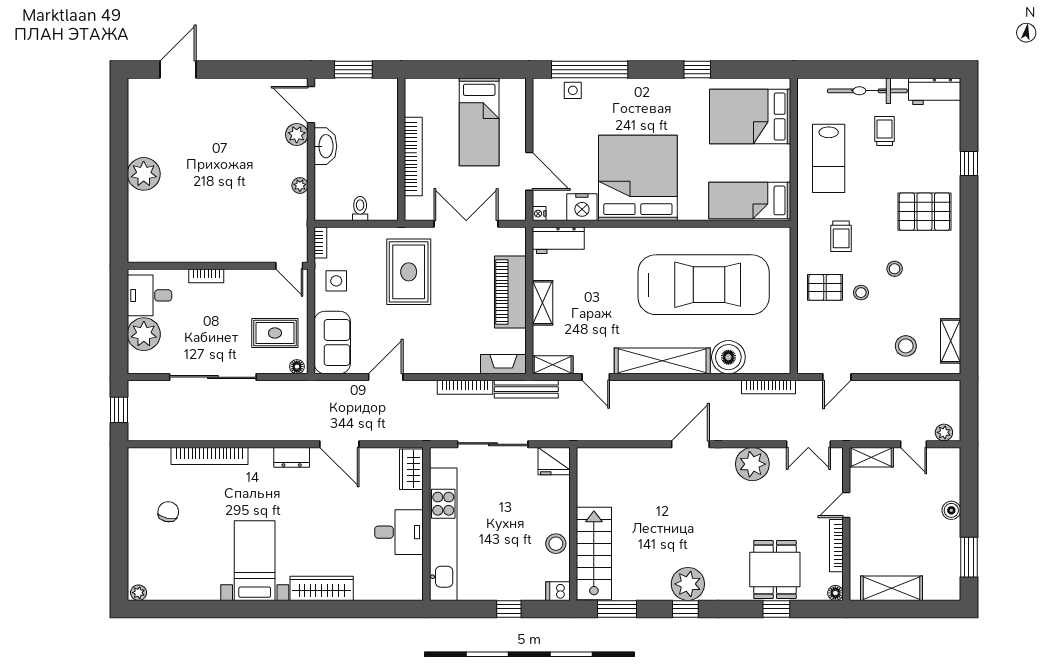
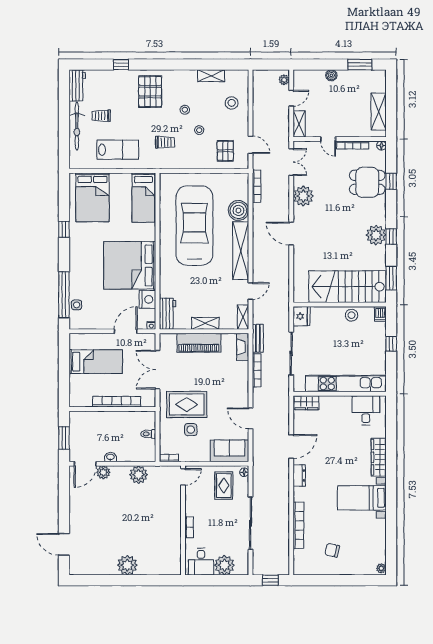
washbasin: (325, 146) -> (110, 457), width x0.52, depth x0.69
plant: (300, 186) -> (139, 475), width x1.88, depth x1.88
side table: (336, 281) -> (191, 430), moved
pallet: (825, 287) -> (225, 151), moved
shelving: (951, 341) -> (211, 76), moved
bench: (526, 389) -> (258, 338), width x0.73
desk: (399, 532) -> (366, 410), moved
stairs: (594, 553) -> (347, 287), width x1.36, depth x1.51

